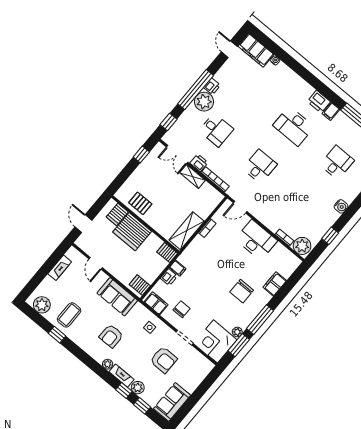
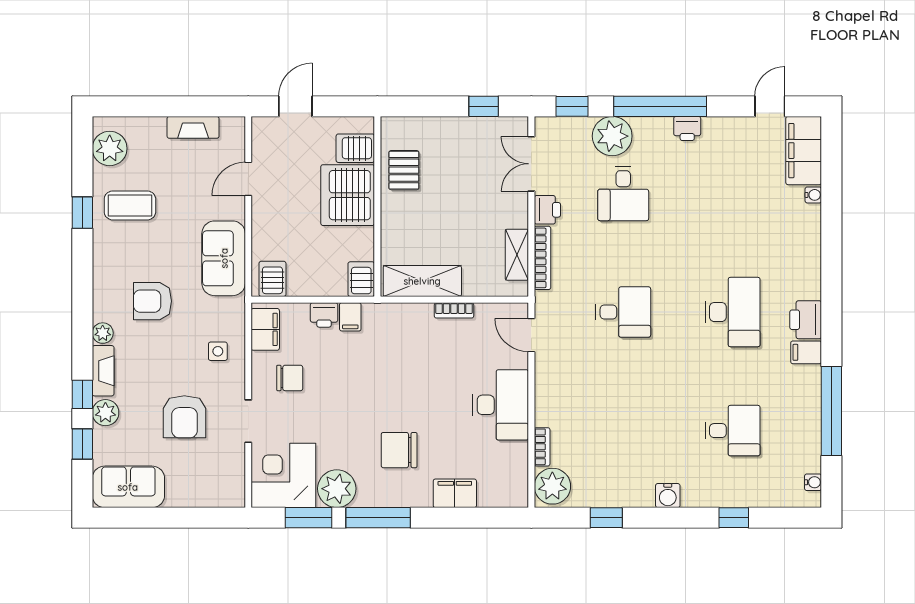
plant: (204, 102) -> (612, 136), moved
desk: (293, 126) -> (733, 312), turned 180
shelving: (192, 176) -> (517, 255), moved
plant: (237, 332) -> (337, 489), width x1.87, depth x1.87

